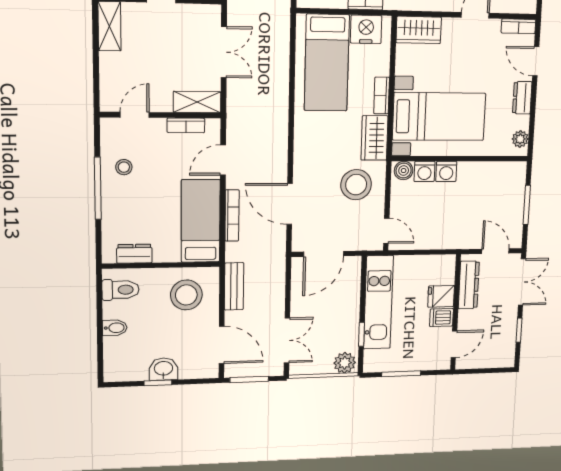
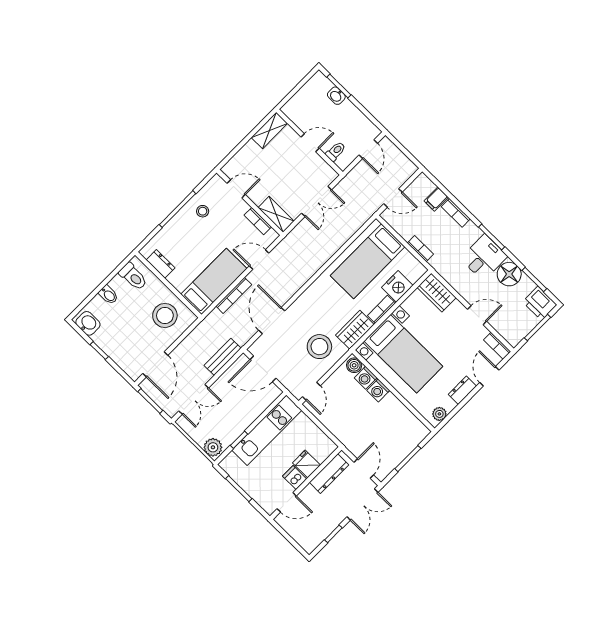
nightstand: (366, 29) -> (397, 286), moved, turned 90
bench: (234, 286) -> (223, 357), moved
washbasin: (163, 369) -> (88, 323), moved

